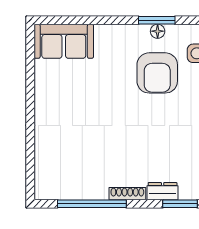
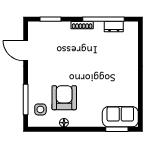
window: (157, 20) -> (117, 129), moved
dresser: (163, 191) -> (114, 27), moved

